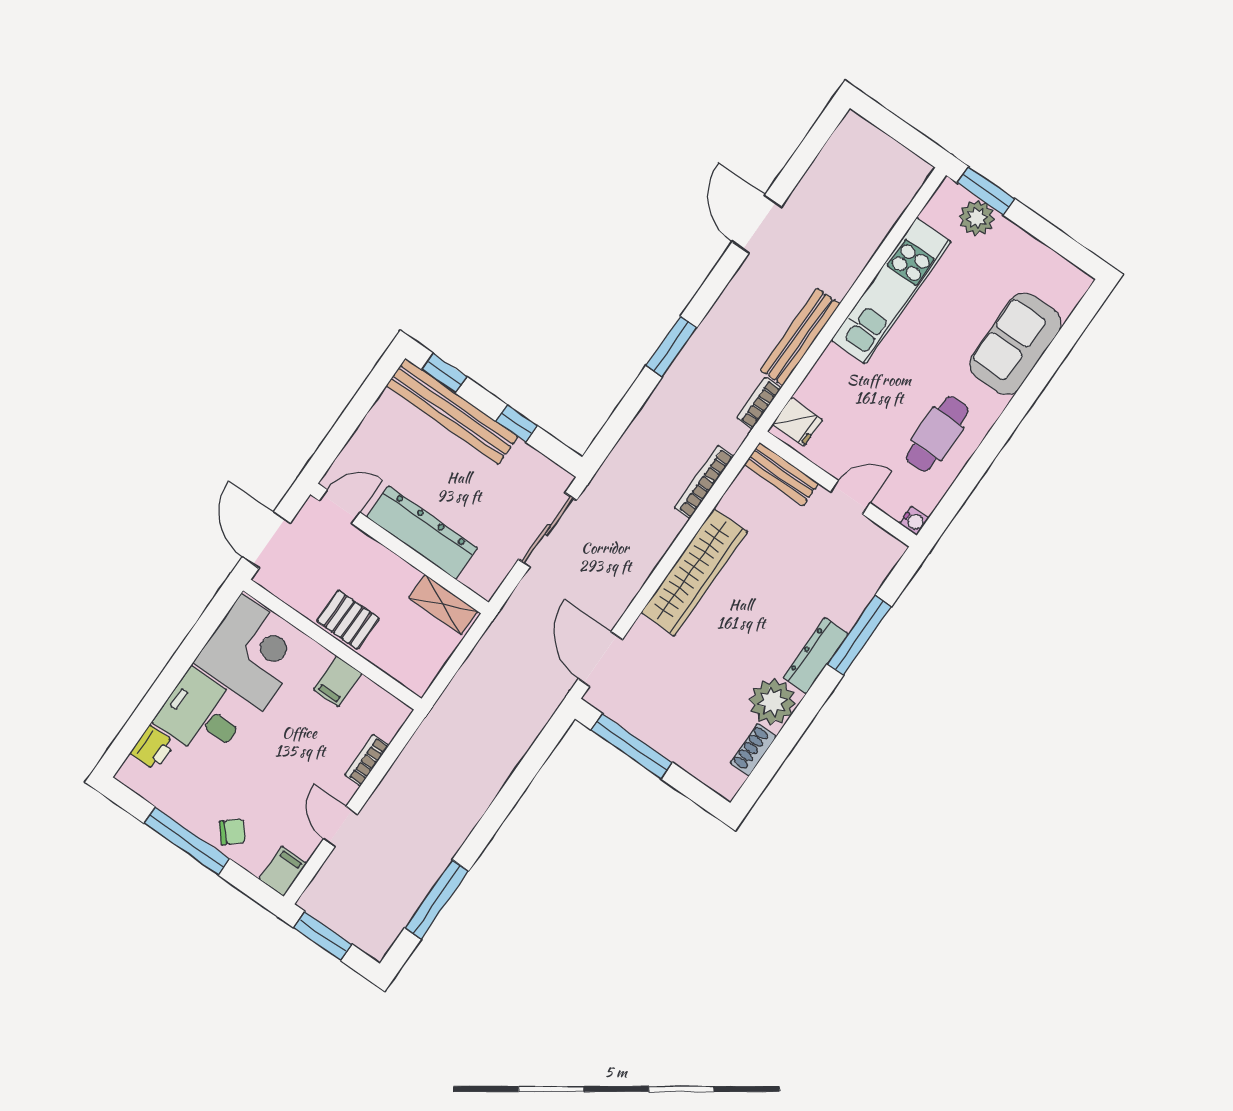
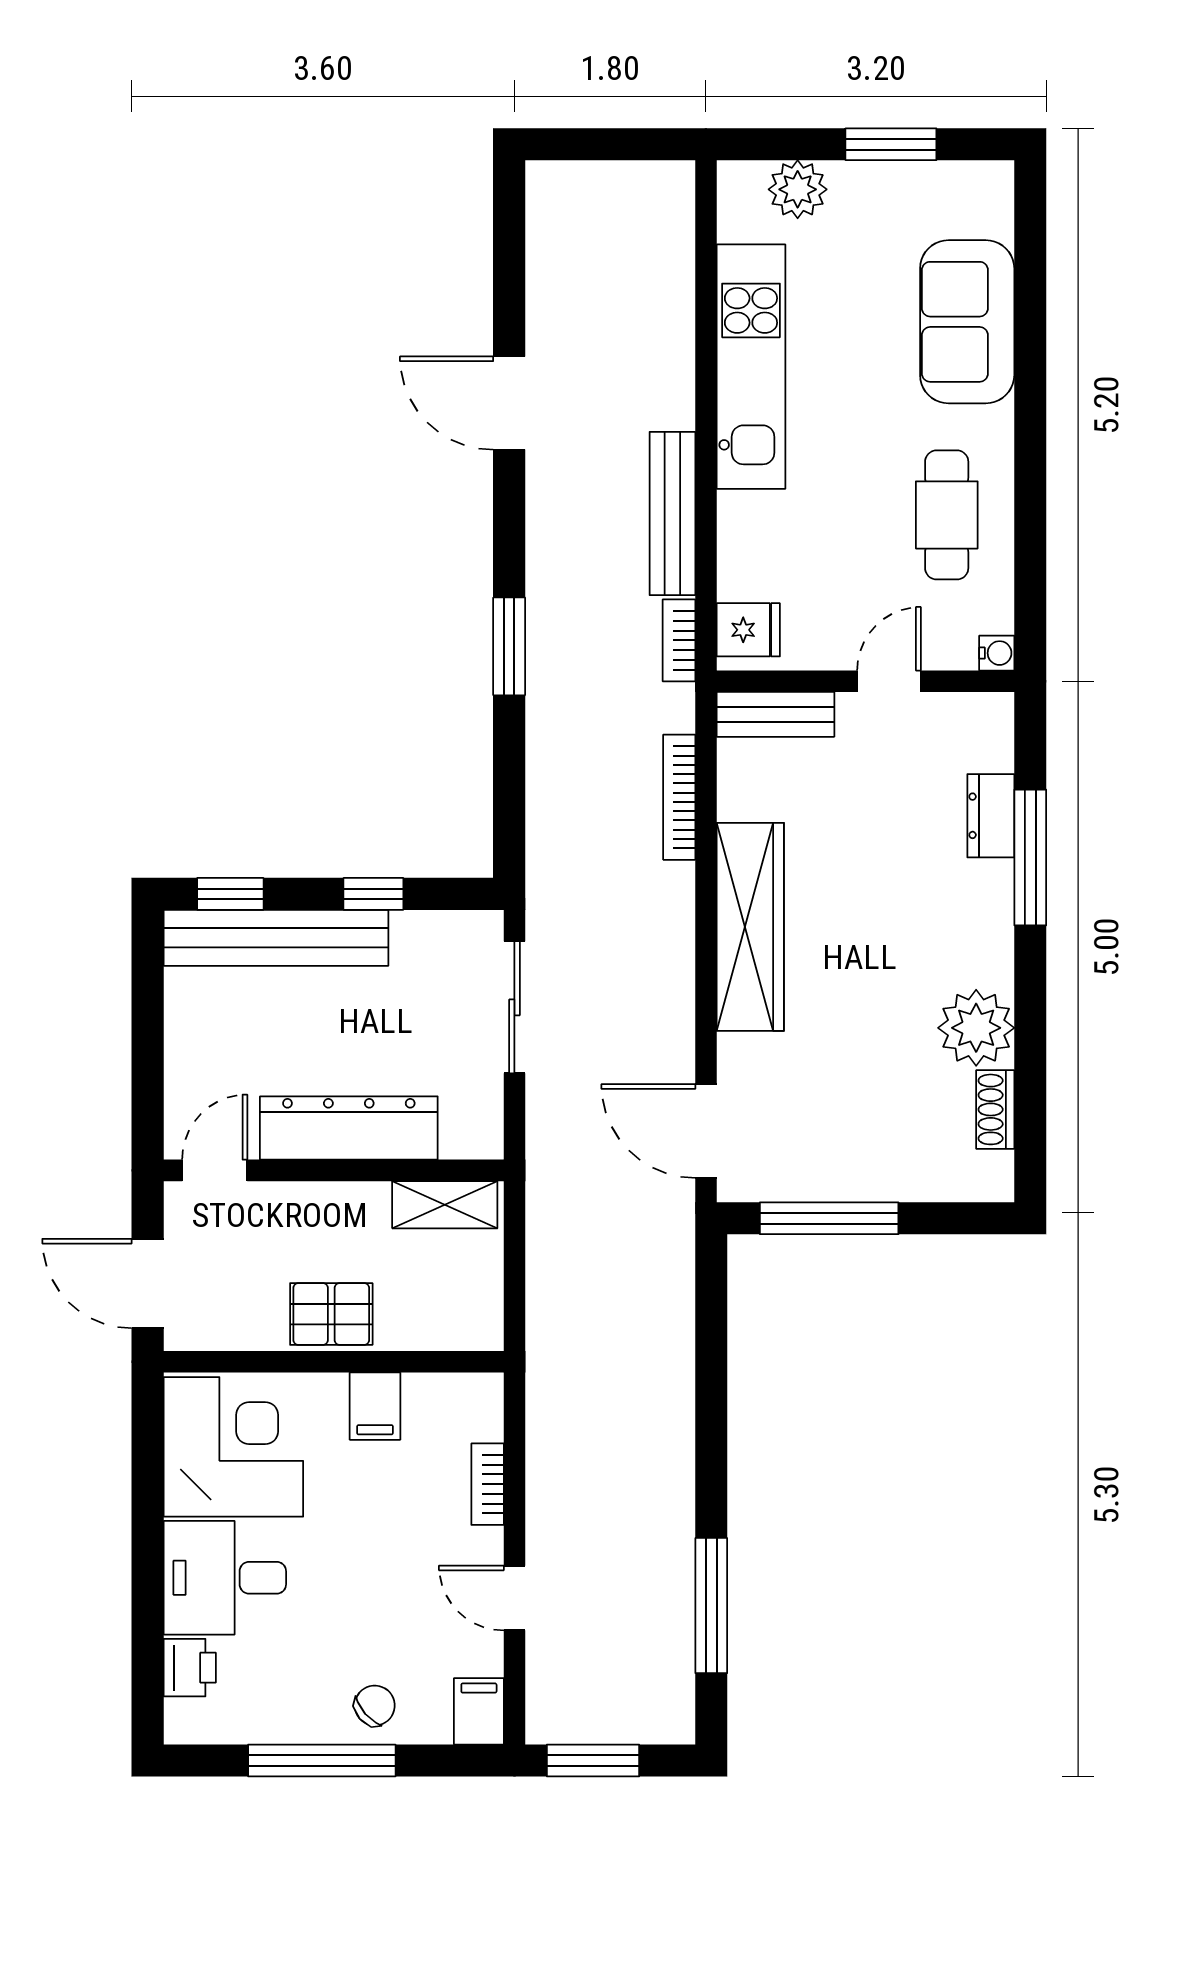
window: (986, 191) -> (891, 144), moved
dresser: (816, 656) -> (991, 816), moved, width x0.70

